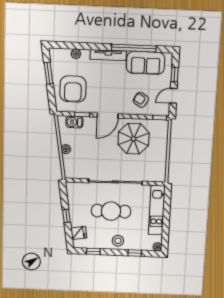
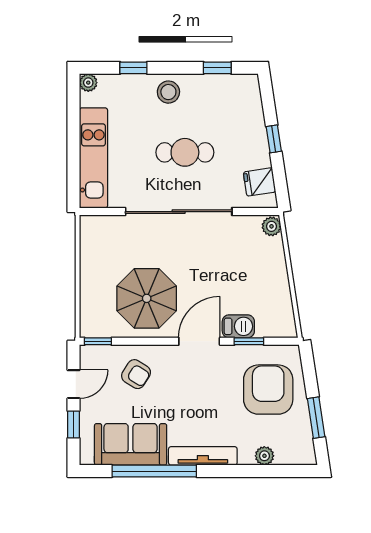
barbecue: (74, 122) -> (238, 326), moved
plant: (66, 149) -> (271, 226), moved
cafe table: (111, 211) -> (185, 152), width x0.73, depth x0.74
fridge: (79, 233) -> (260, 182), moved

